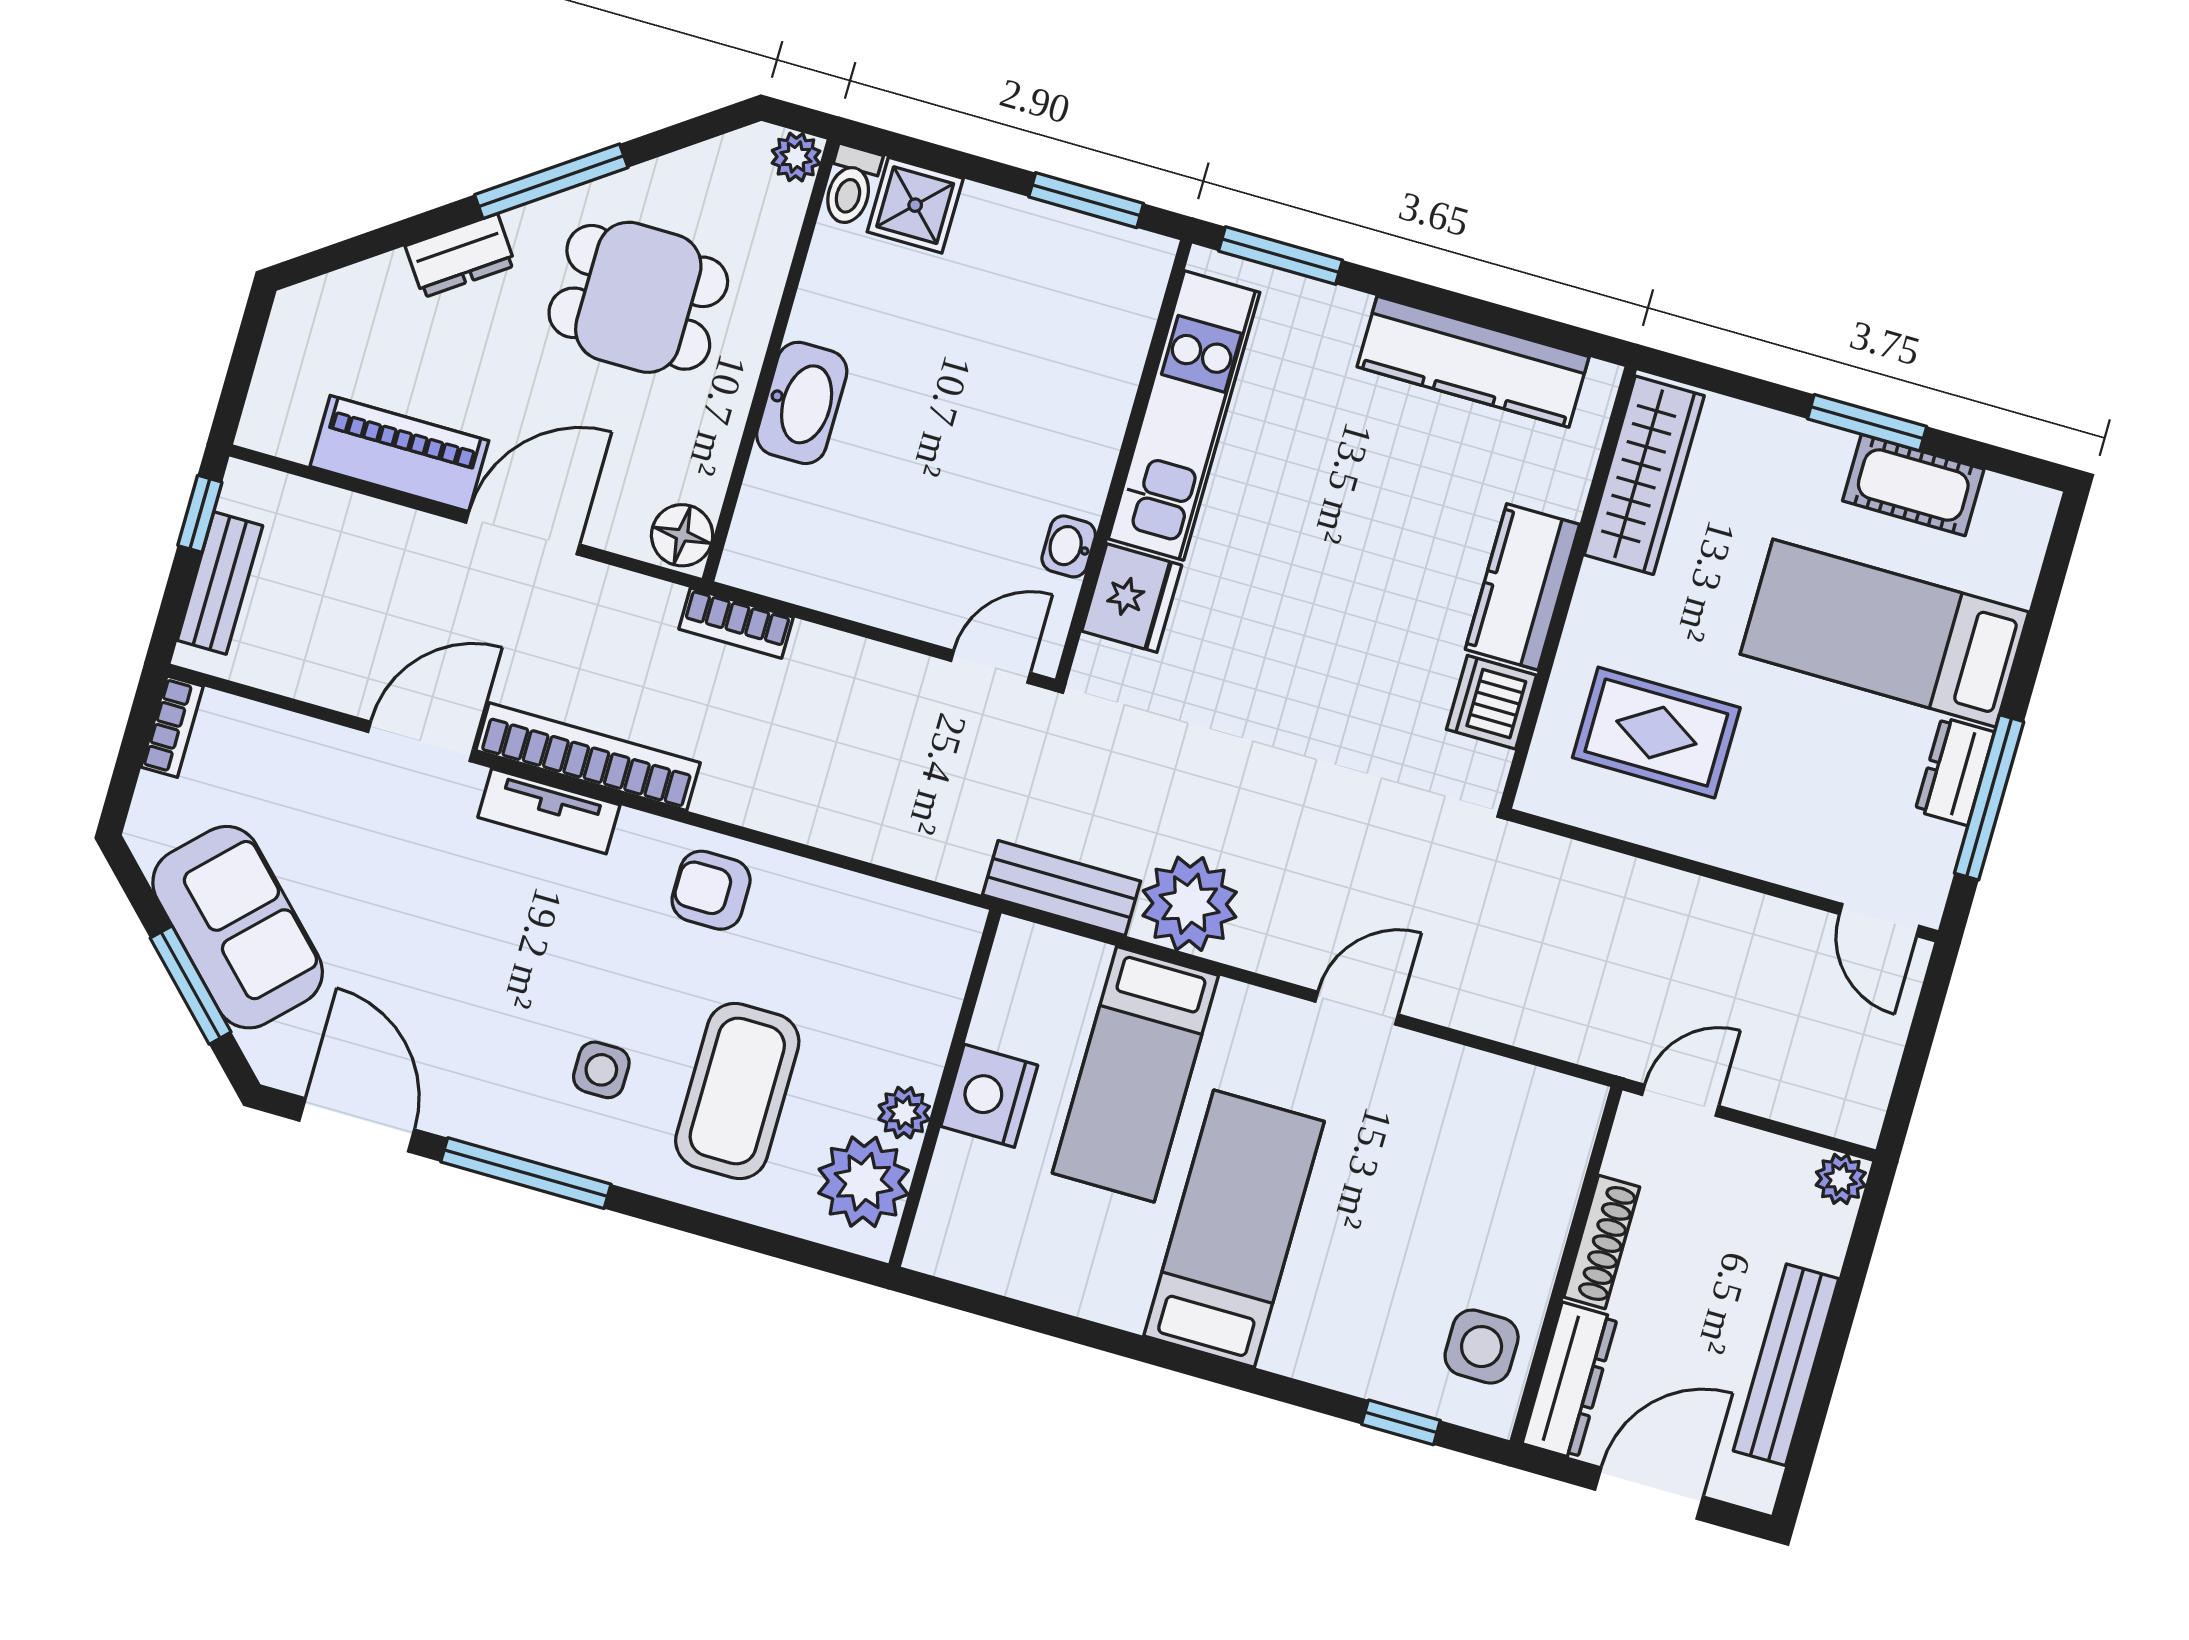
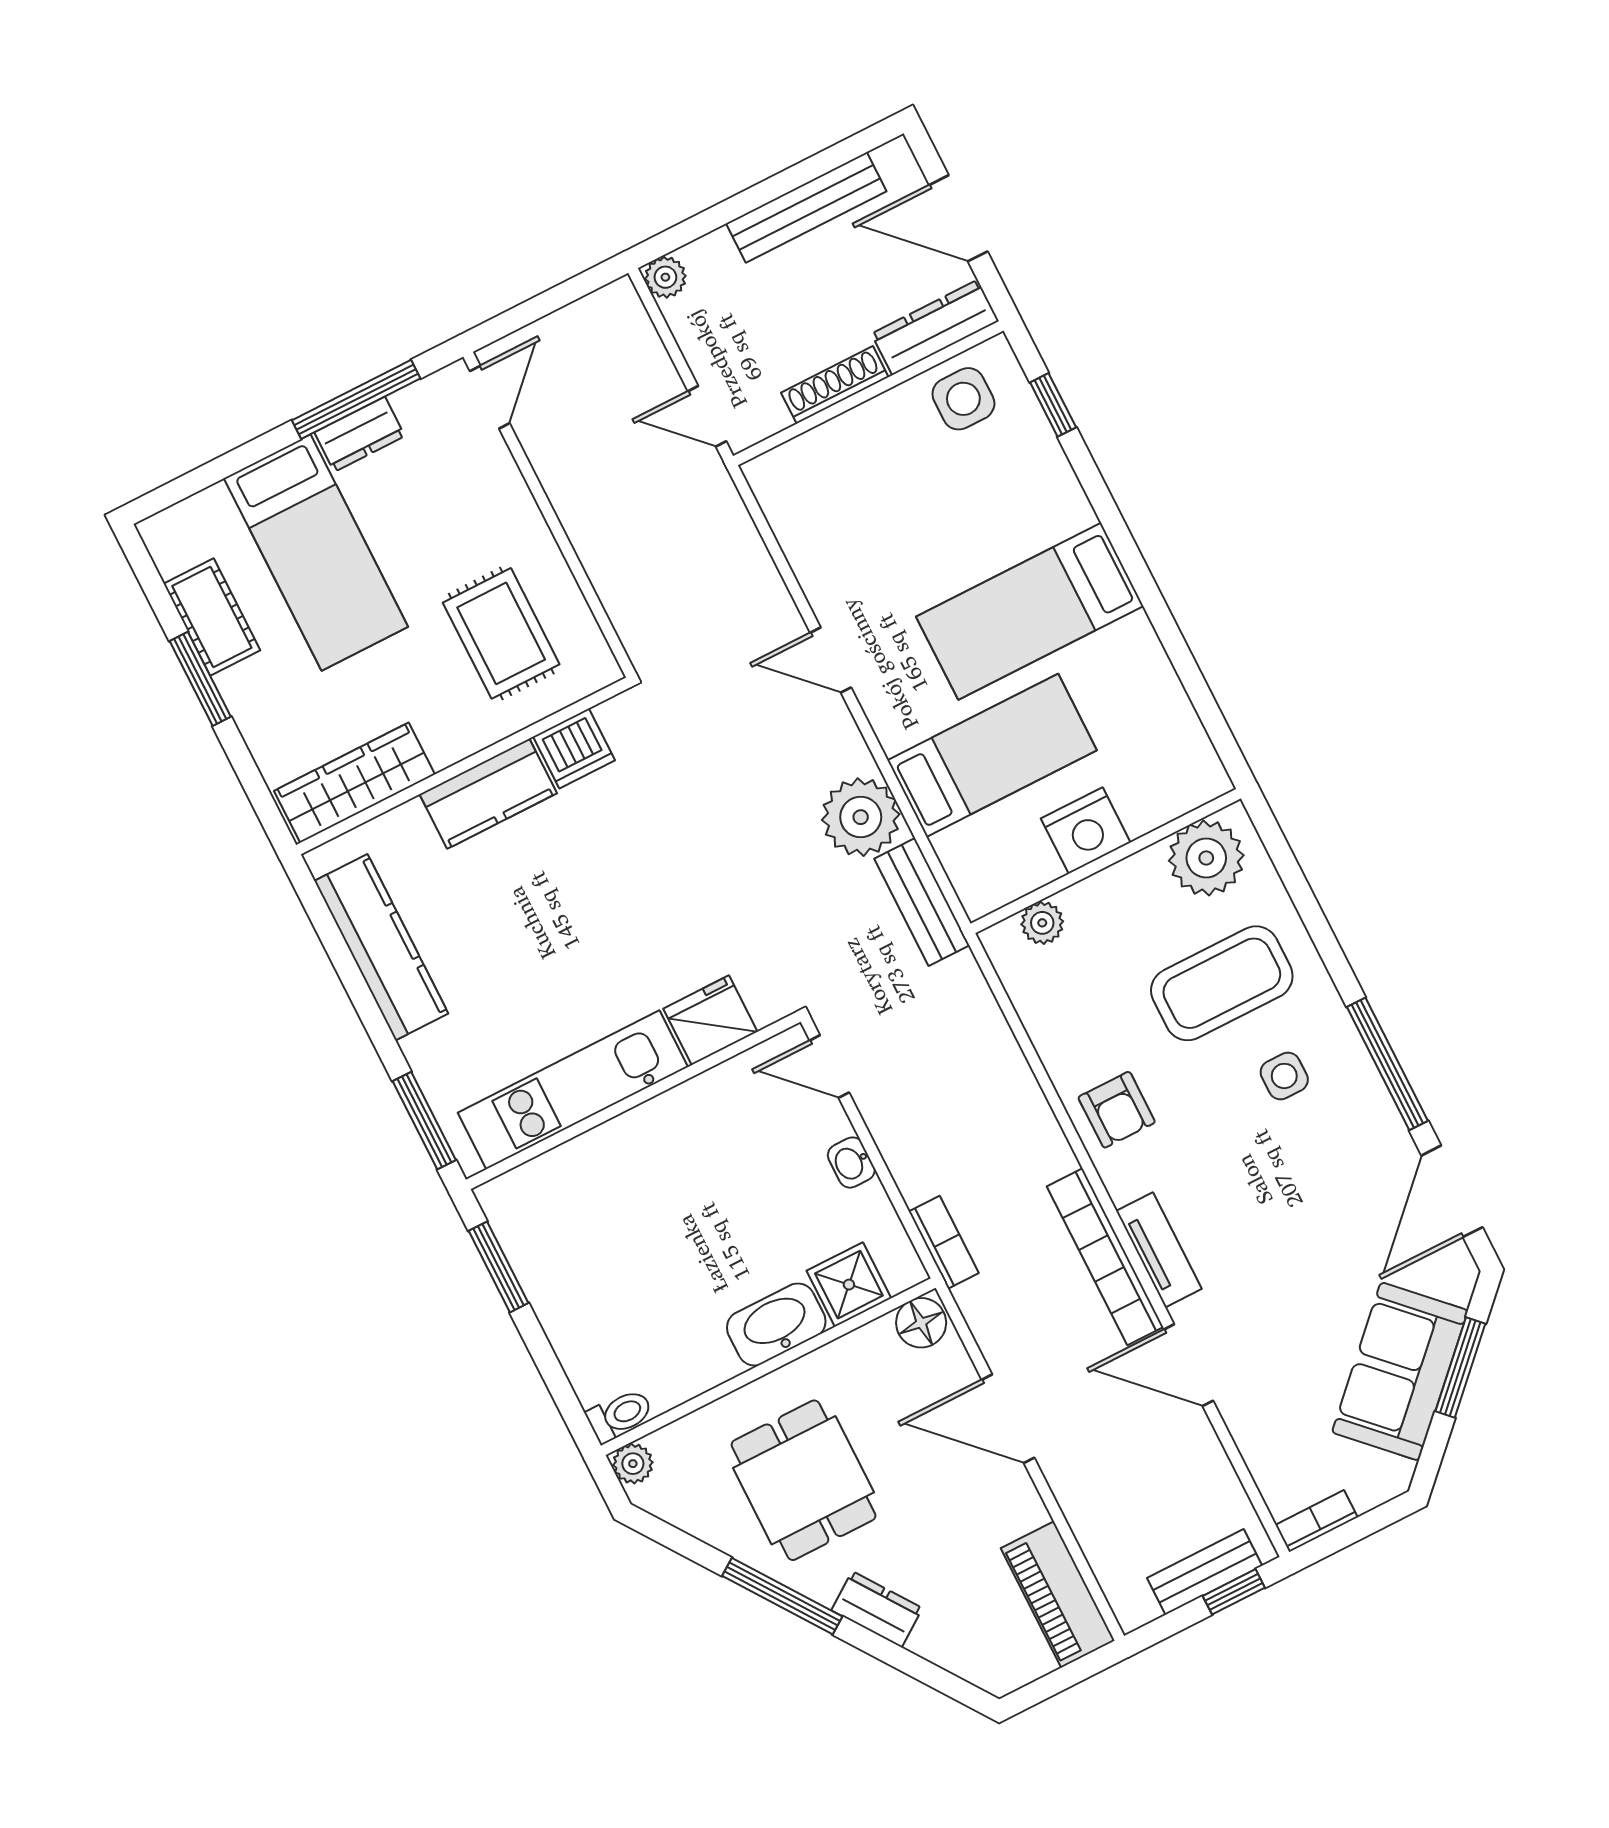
shower: (915, 205) -> (849, 1285), moved
piano: (399, 453) -> (1058, 1594), moved
window: (200, 514) -> (1234, 1592), moved
washbasin: (1069, 546) -> (851, 1163), moved, turned 90
plant: (904, 1113) -> (1042, 923), moved

